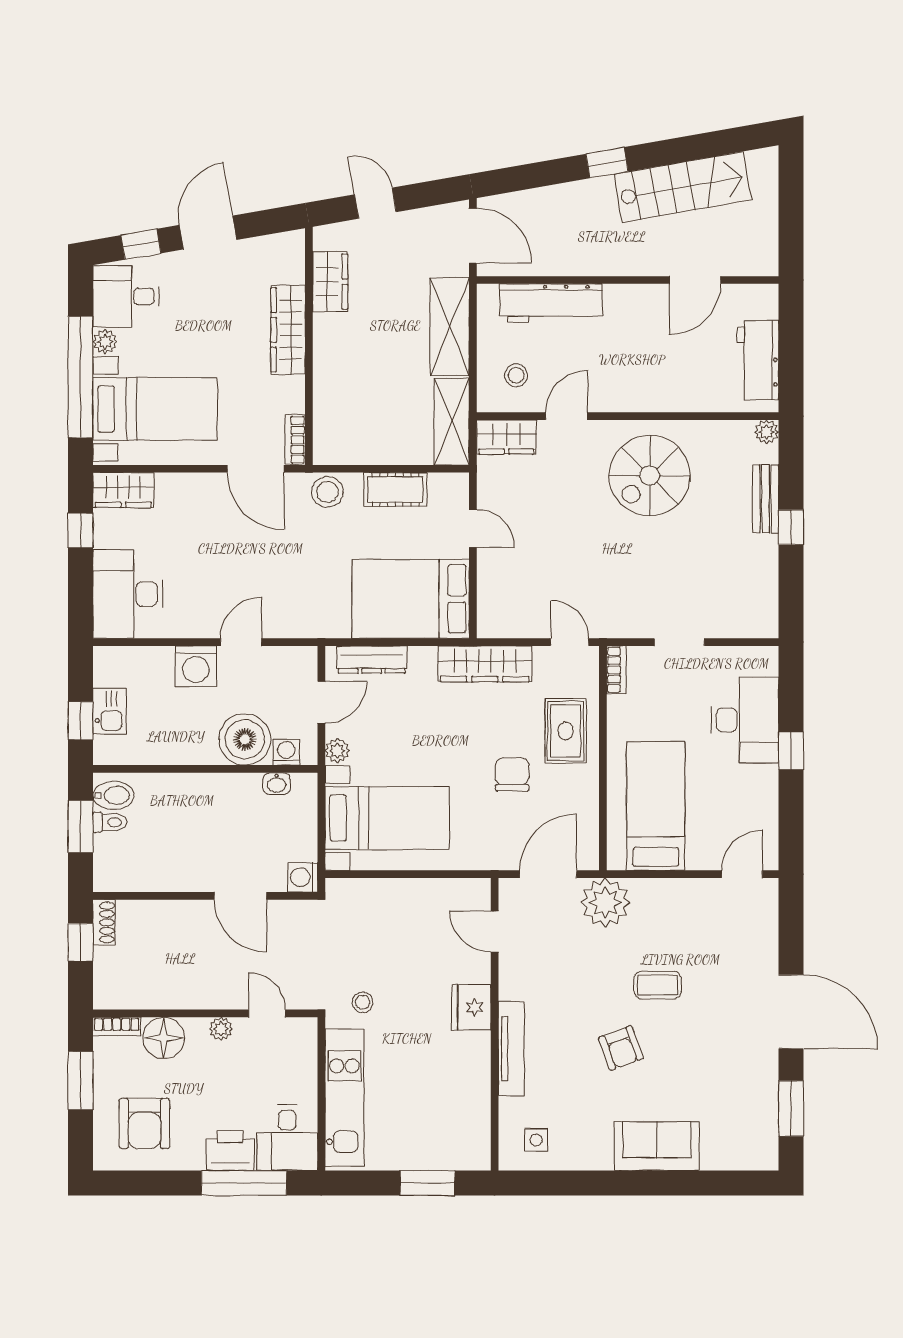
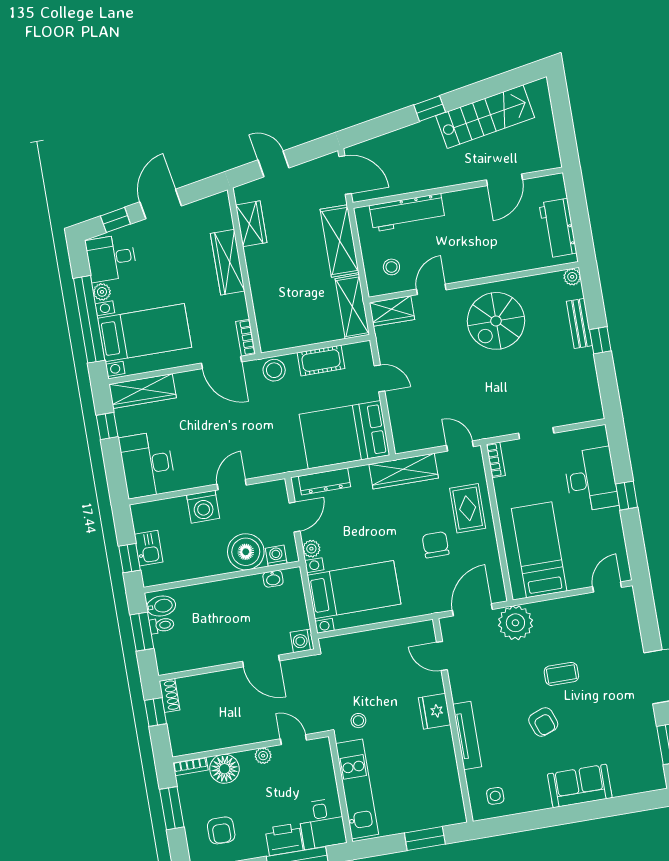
wardrobe: (123, 490) -> (143, 391), width x1.50
armchair: (144, 1123) -> (221, 830), width x0.72, depth x0.72

